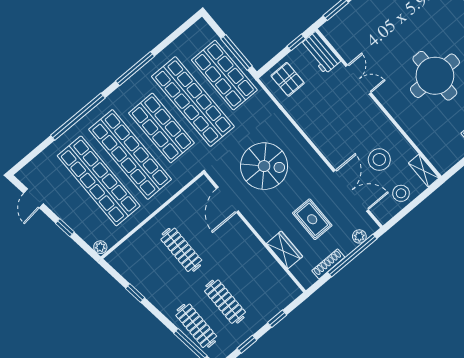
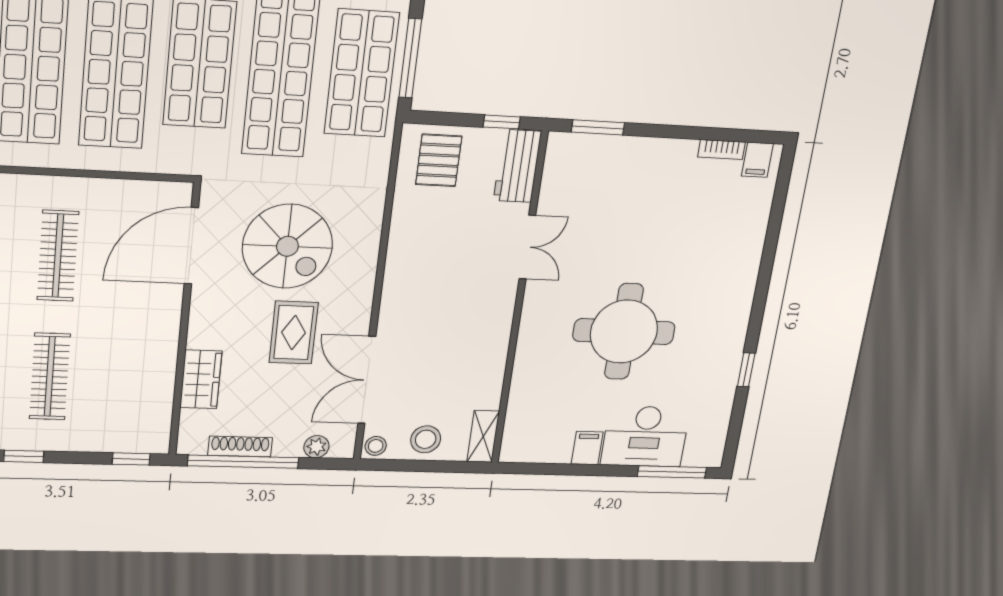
stool: (379, 160) -> (376, 446), moved, width x0.53, depth x0.53
double door: (351, 191) -> (367, 380), swing flipped
door: (227, 200) -> (191, 246), width x1.36
rug: (312, 219) -> (294, 333), moved
window: (352, 255) -> (243, 462), moved
window: (277, 319) -> (131, 459), moved

